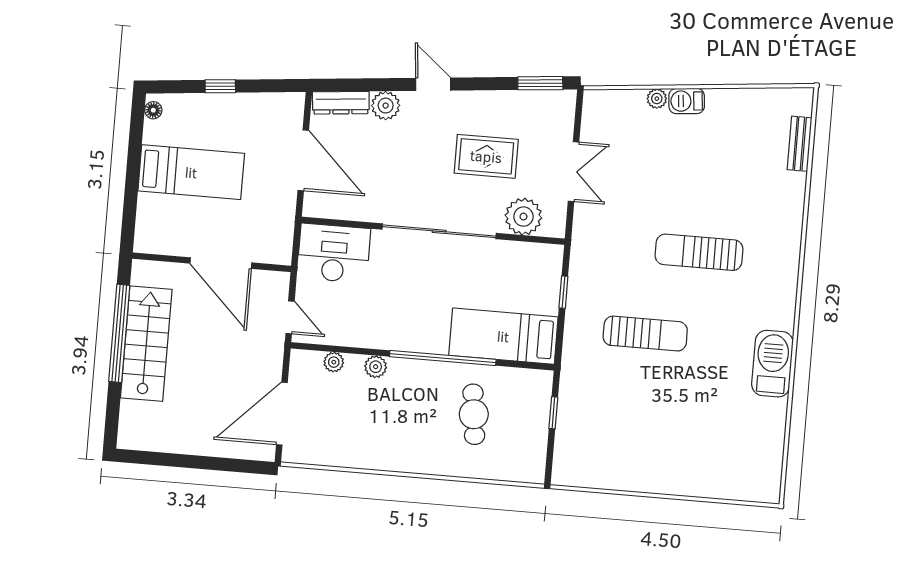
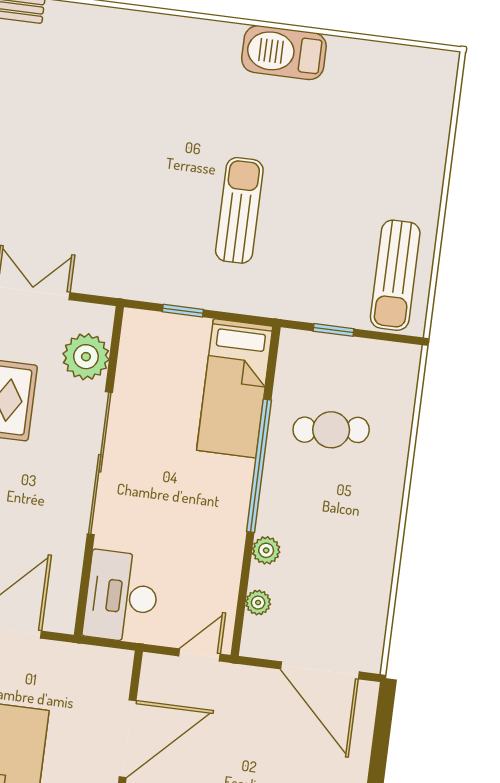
sun lounger: (699, 252) -> (395, 275), moved

